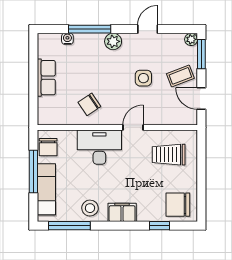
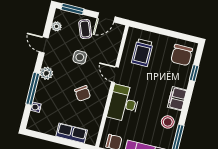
plant: (191, 39) -> (56, 26), moved
row of seats: (46, 78) -> (72, 133), moved
chair: (89, 104) -> (83, 93), moved

